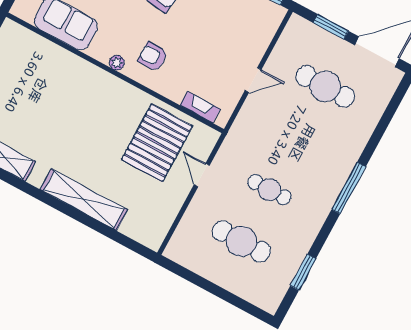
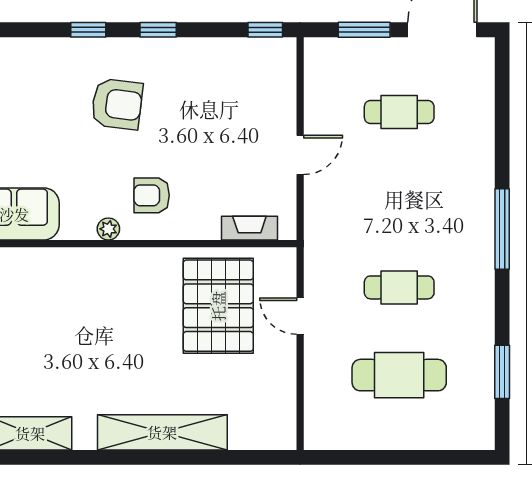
cafe table: (325, 86) -> (399, 112), width x0.73, depth x0.74

